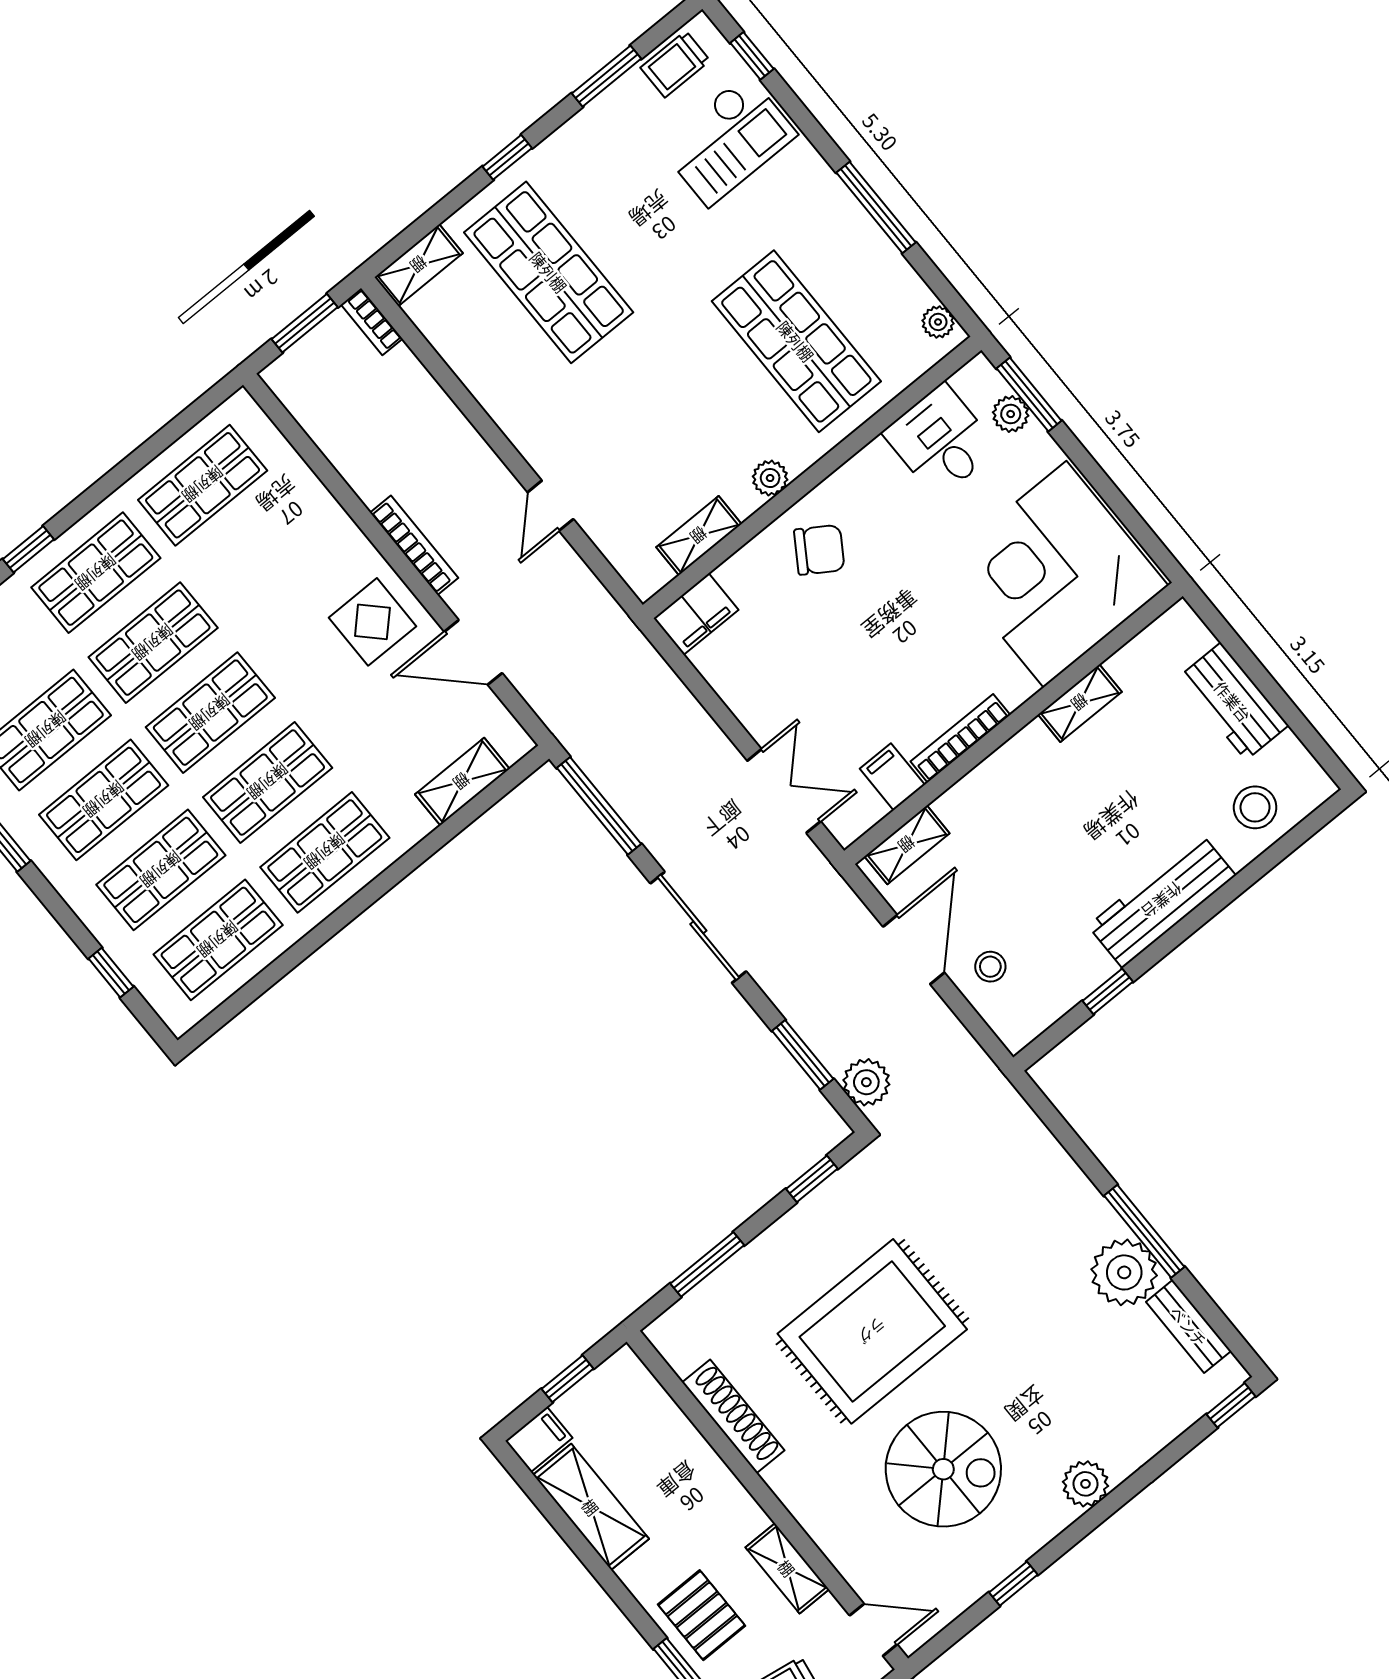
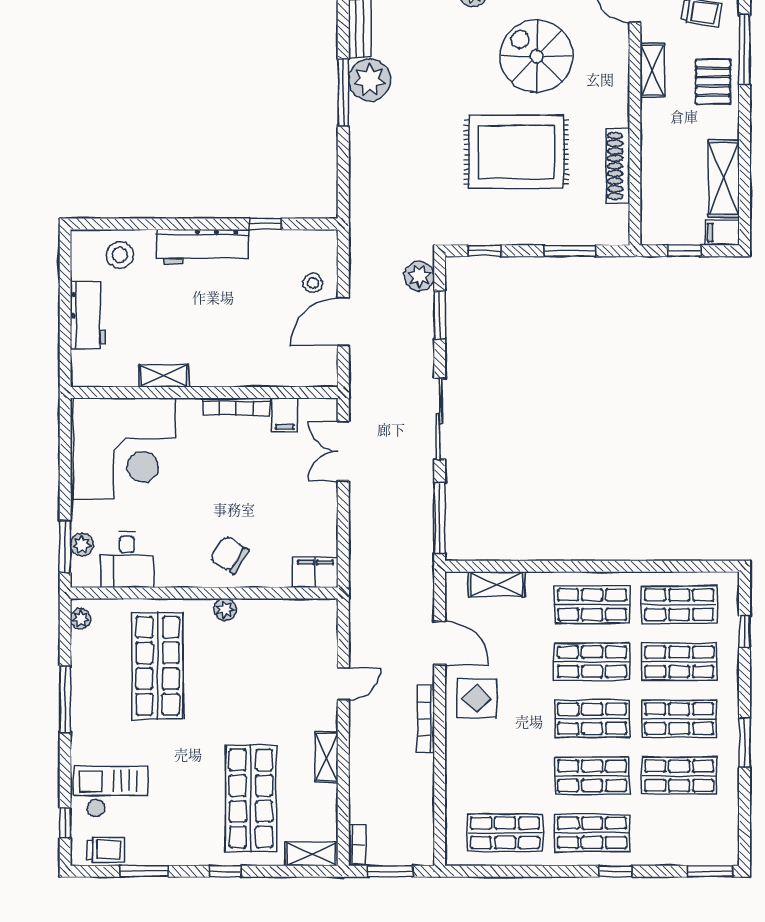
shelving: (699, 536) -> (327, 757), moved, turned 90
shelving: (907, 845) -> (305, 376), removed

